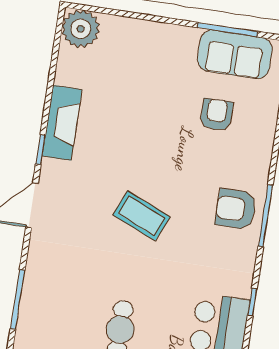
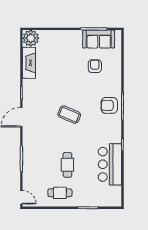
fireplace: (62, 123) -> (29, 63), moved

